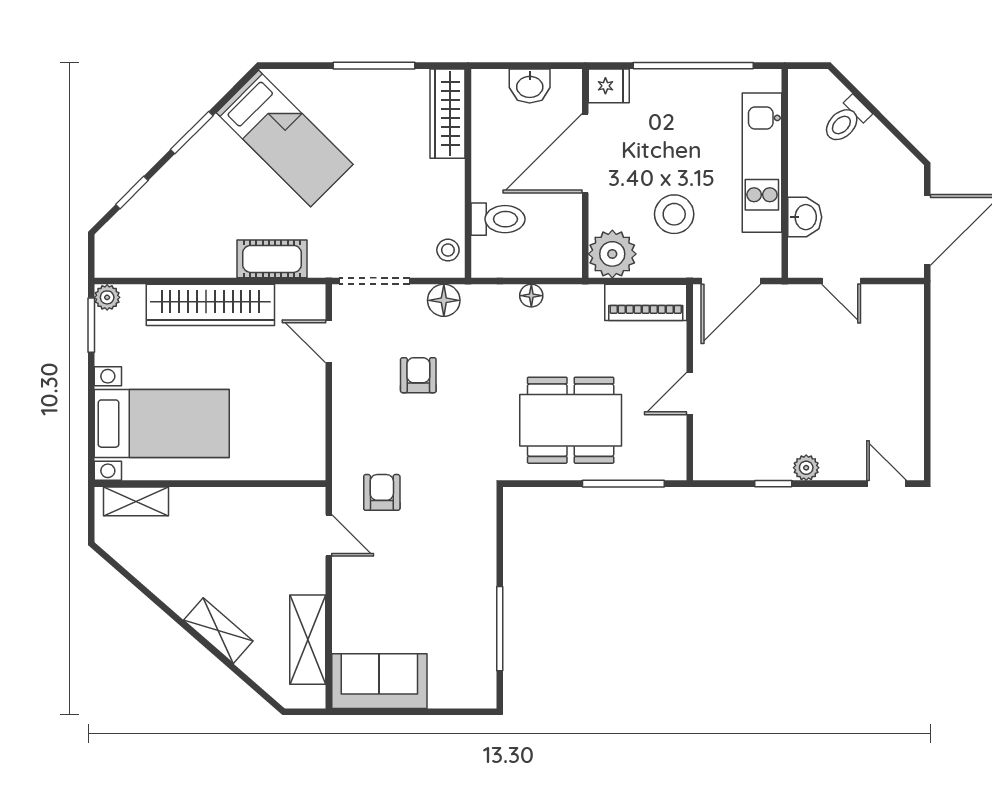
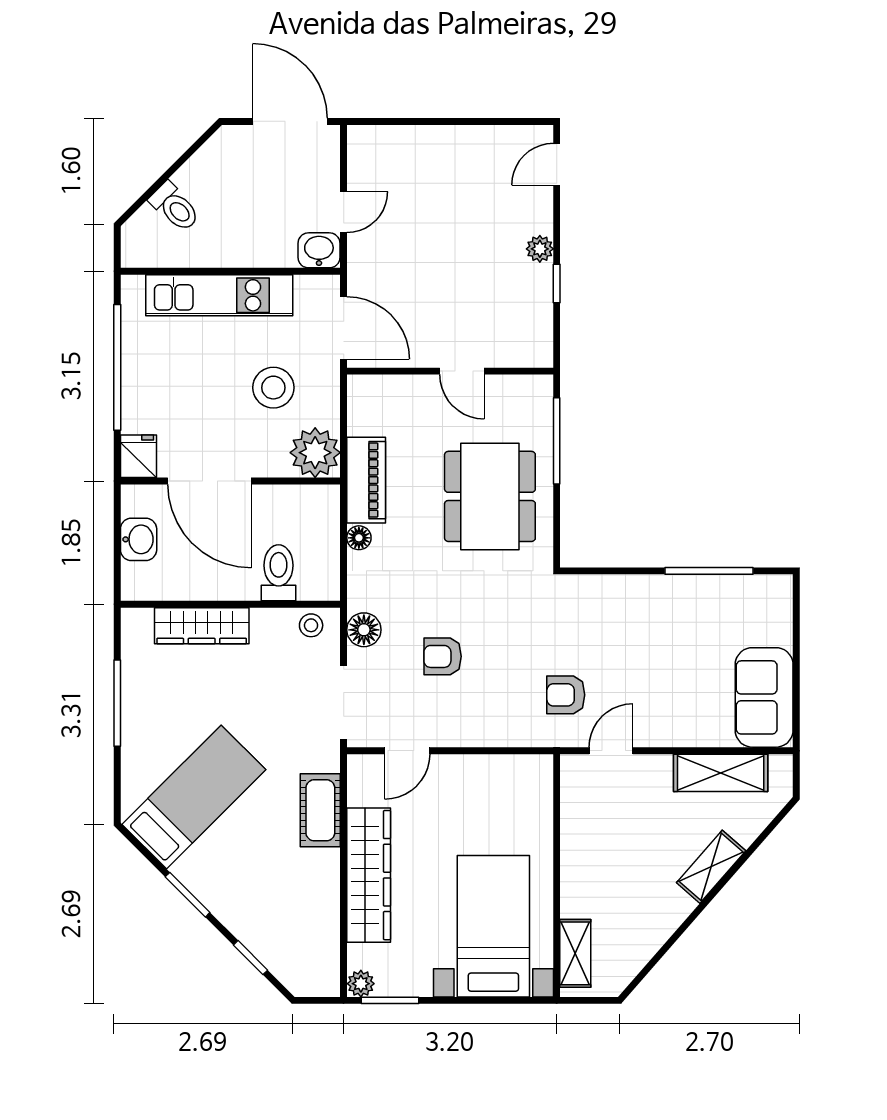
wardrobe: (448, 114) -> (202, 626), moved
washbasin: (805, 217) -> (319, 250), moved
piano: (646, 302) -> (366, 480), moved

